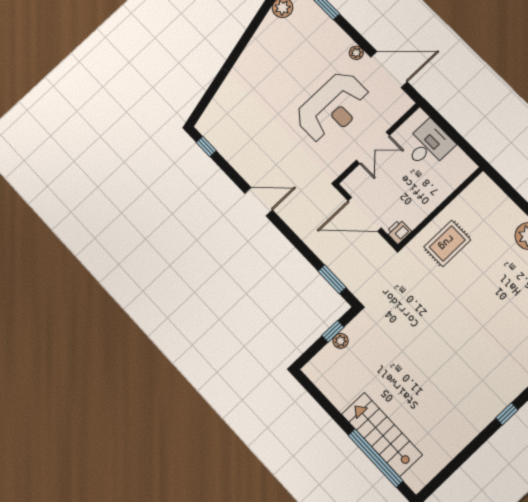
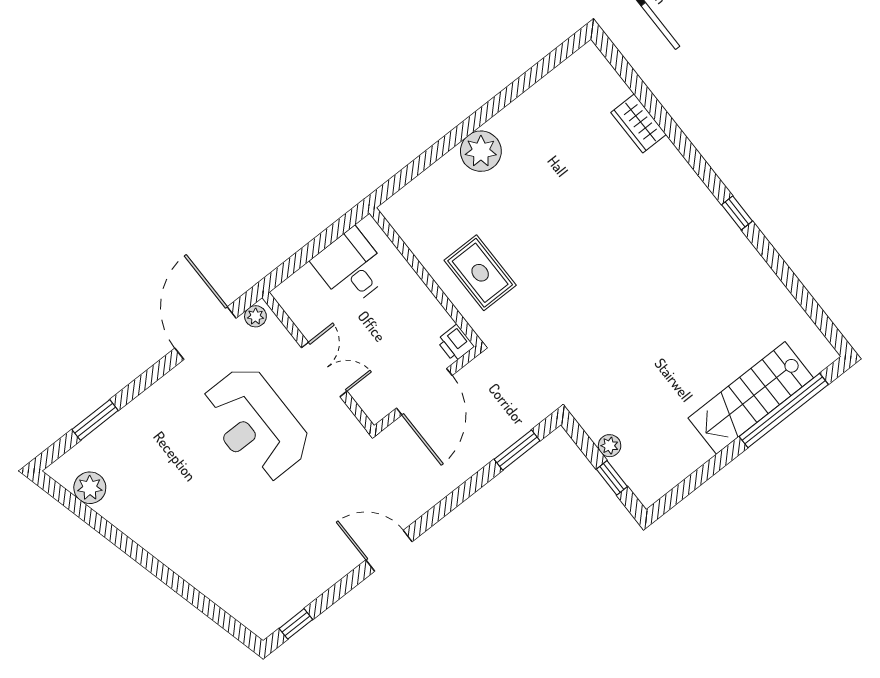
plant: (356, 53) -> (255, 316), moved
reception desk: (333, 107) -> (255, 424), turned 180
desk: (429, 145) -> (351, 267), moved
door: (258, 202) -> (389, 551), hinge flipped
window: (333, 331) -> (612, 478), moved

